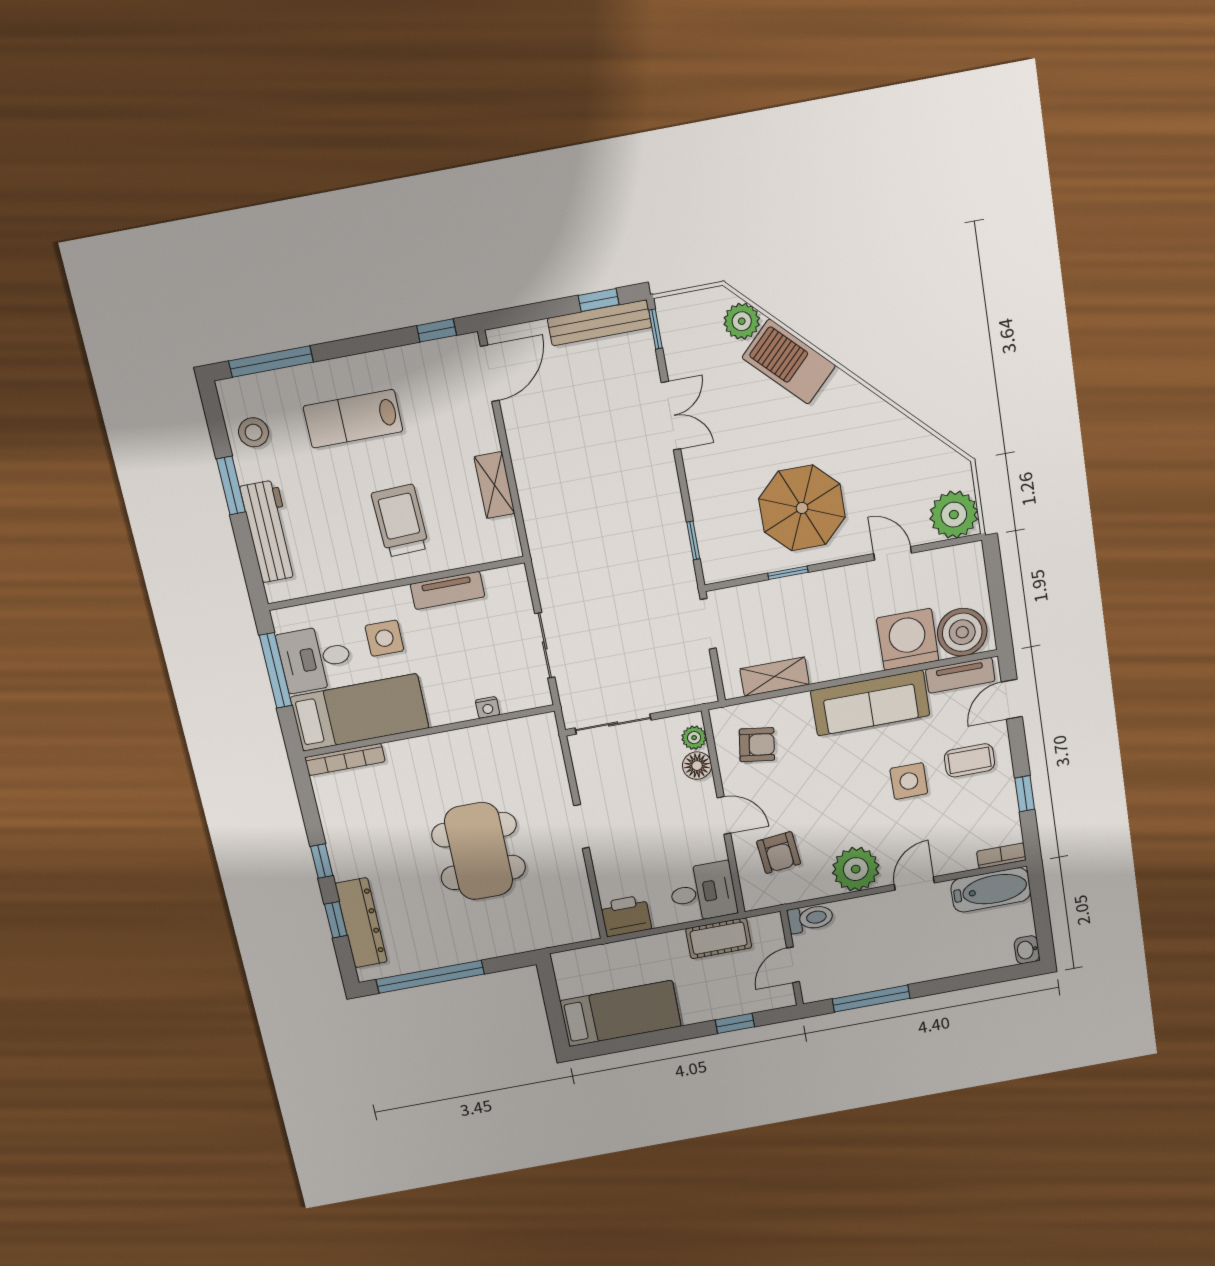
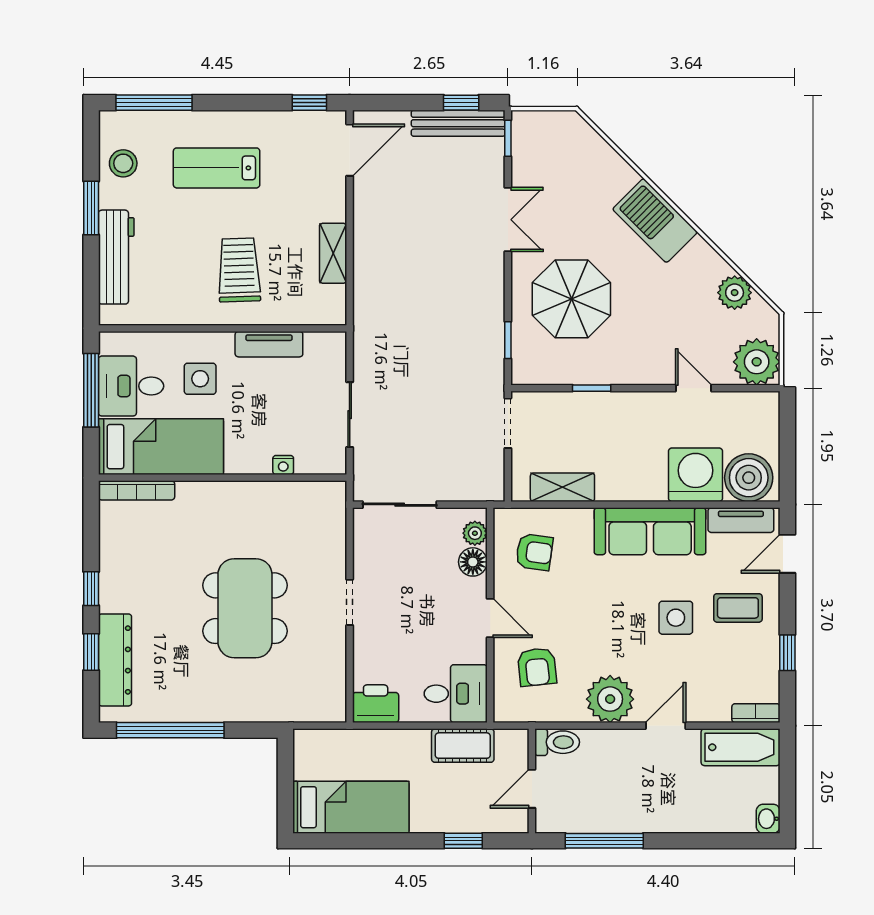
plant: (742, 321) -> (735, 293), moved
barbecue: (789, 362) -> (655, 221), moved
parasol: (802, 508) -> (571, 299), moved

